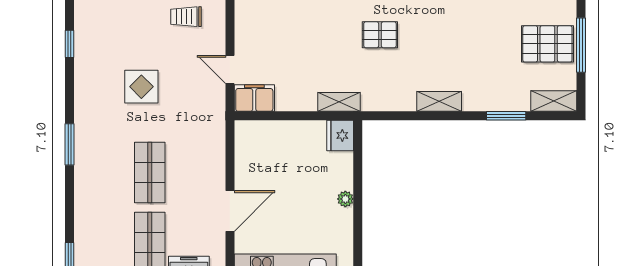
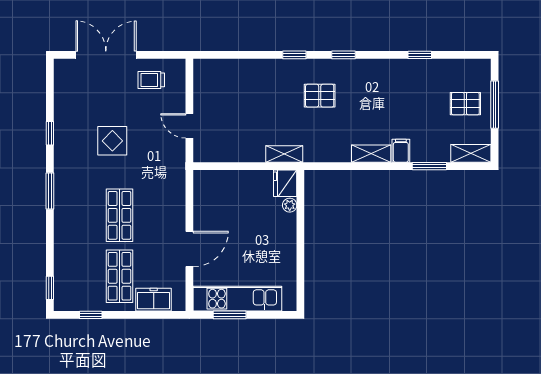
window: (70, 44) -> (50, 133), moved
pallet: (547, 44) -> (465, 104), width x0.67, depth x0.71
filing cabinet: (254, 98) -> (401, 151), moved, width x0.50
plant: (345, 199) -> (290, 205), moved

